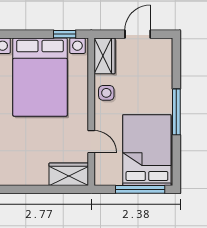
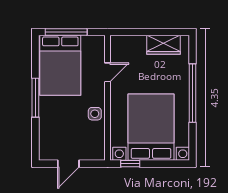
wardrobe: (104, 56) -> (96, 145), removed
door: (91, 142) -> (108, 72), swing flipped
wardrobe: (69, 174) -> (164, 45), moved

